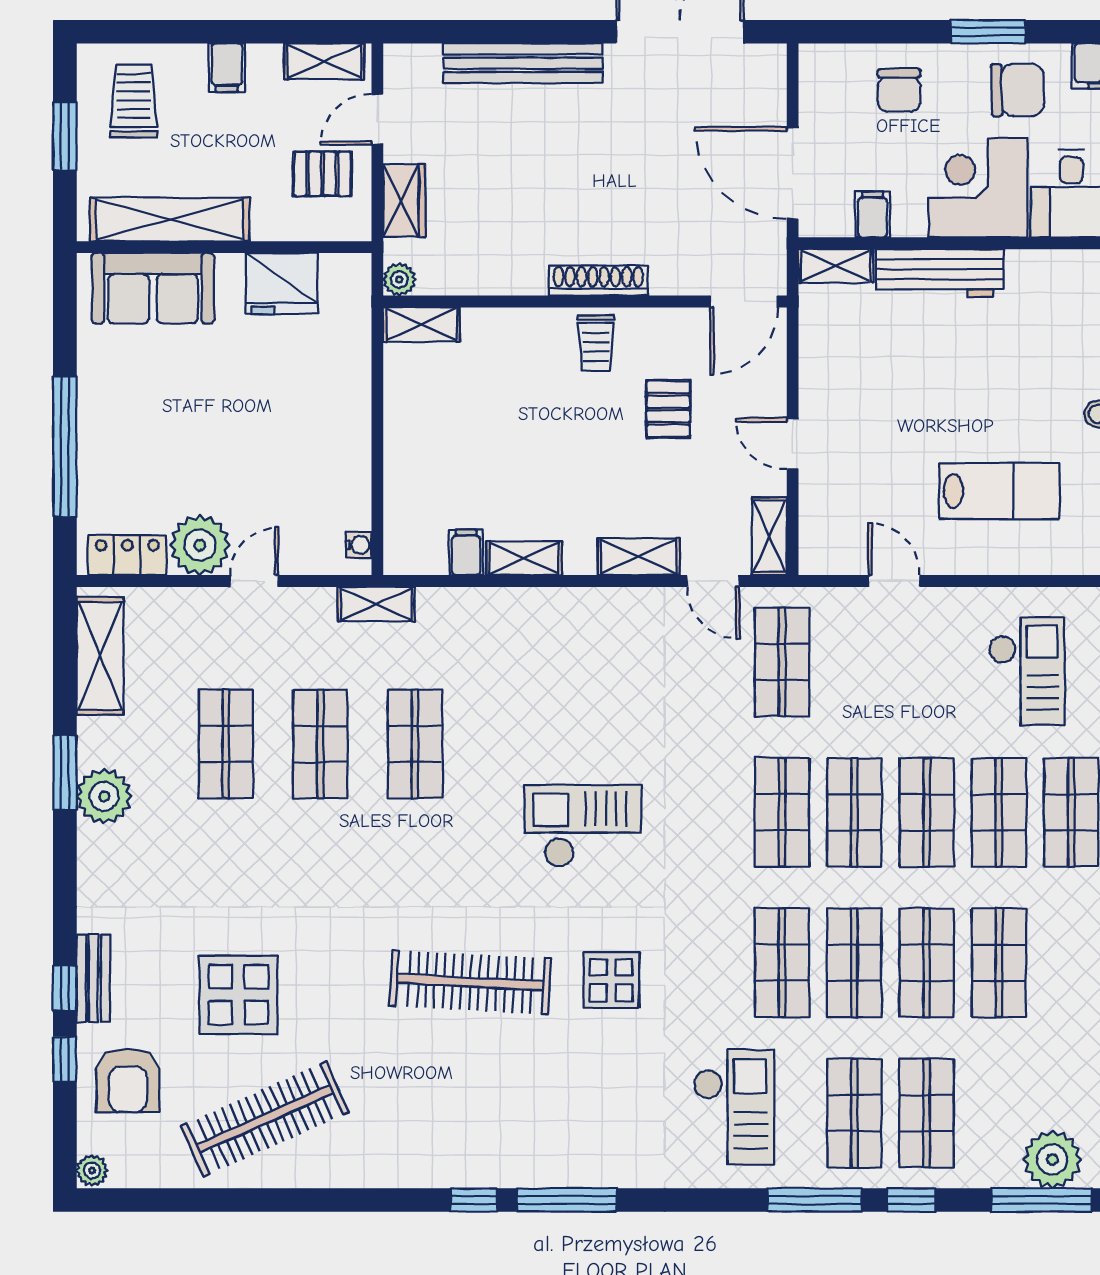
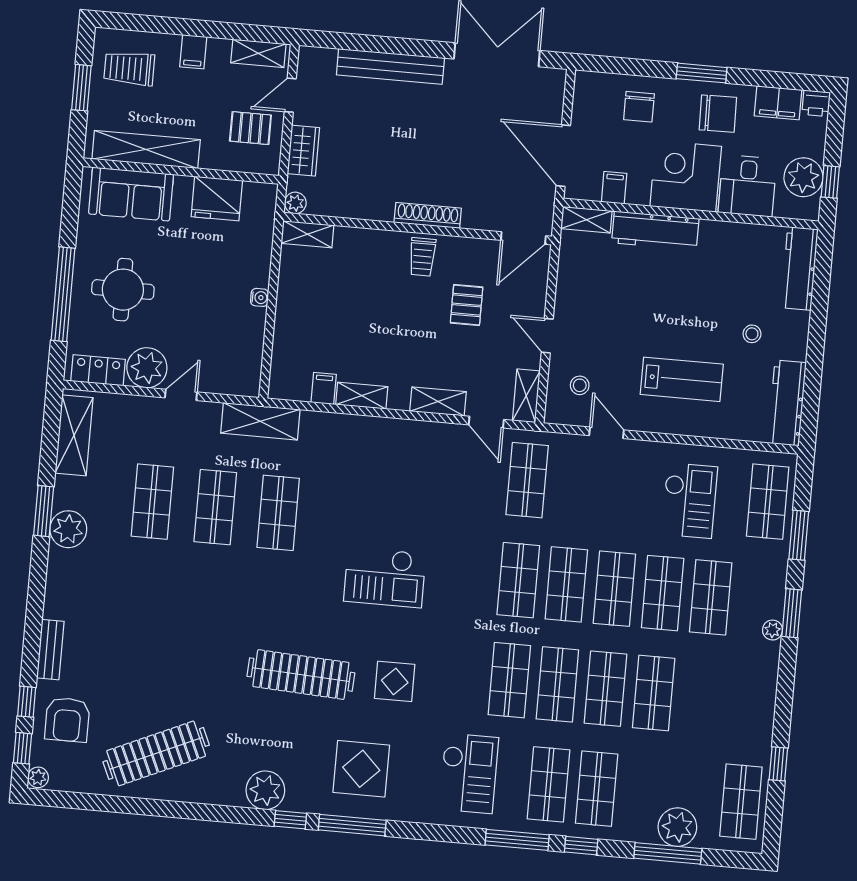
trolley: (134, 101) -> (129, 68), turned -90
round table: (154, 432) -> (123, 290), added
stool: (848, 514) -> (580, 385), added
water cooler: (358, 545) -> (260, 297), moved
shelving: (376, 604) -> (260, 421), width x1.50, depth x1.33
checkout: (582, 826) -> (385, 577), turned 180
window: (65, 988) -> (22, 748), moved
display table: (238, 995) -> (361, 769), moved
plant: (433, 1159) -> (265, 790), added

